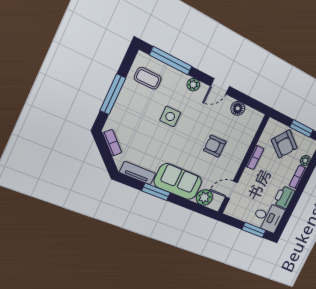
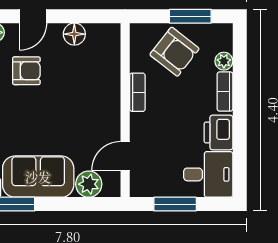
armchair: (215, 146) -> (26, 71), moved, turned 180
window: (254, 230) -> (175, 204), moved

